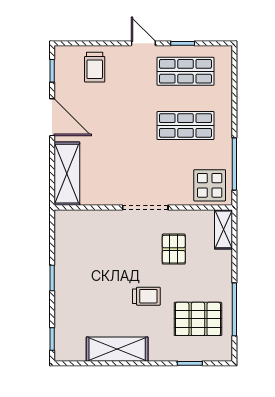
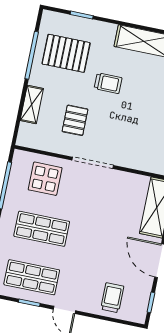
display table: (210, 185) -> (45, 179), moved
shelving: (223, 229) -> (32, 105), moved
trolley: (146, 296) -> (108, 83), turned 180

